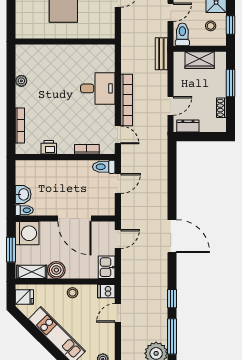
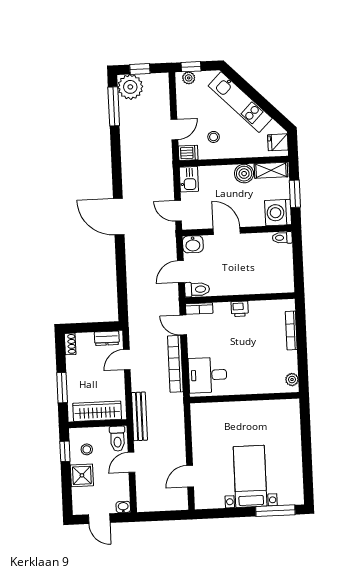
wall: (65, 41) -> (245, 398), moved
bench: (161, 54) -> (139, 416), width x1.36
wardrobe: (200, 60) -> (97, 411), width x1.50
shoe rack: (221, 108) -> (70, 344), moved
printer: (49, 147) -> (240, 309), moved
bookcase: (87, 149) -> (199, 308), moved
washbasin: (23, 194) -> (193, 244), moved, turned -90
door: (75, 219) -> (227, 231), width x0.73
door: (118, 239) -> (178, 211), hinge flipped
stool: (72, 293) -> (214, 137), moved
window: (172, 299) -> (116, 148), removed

